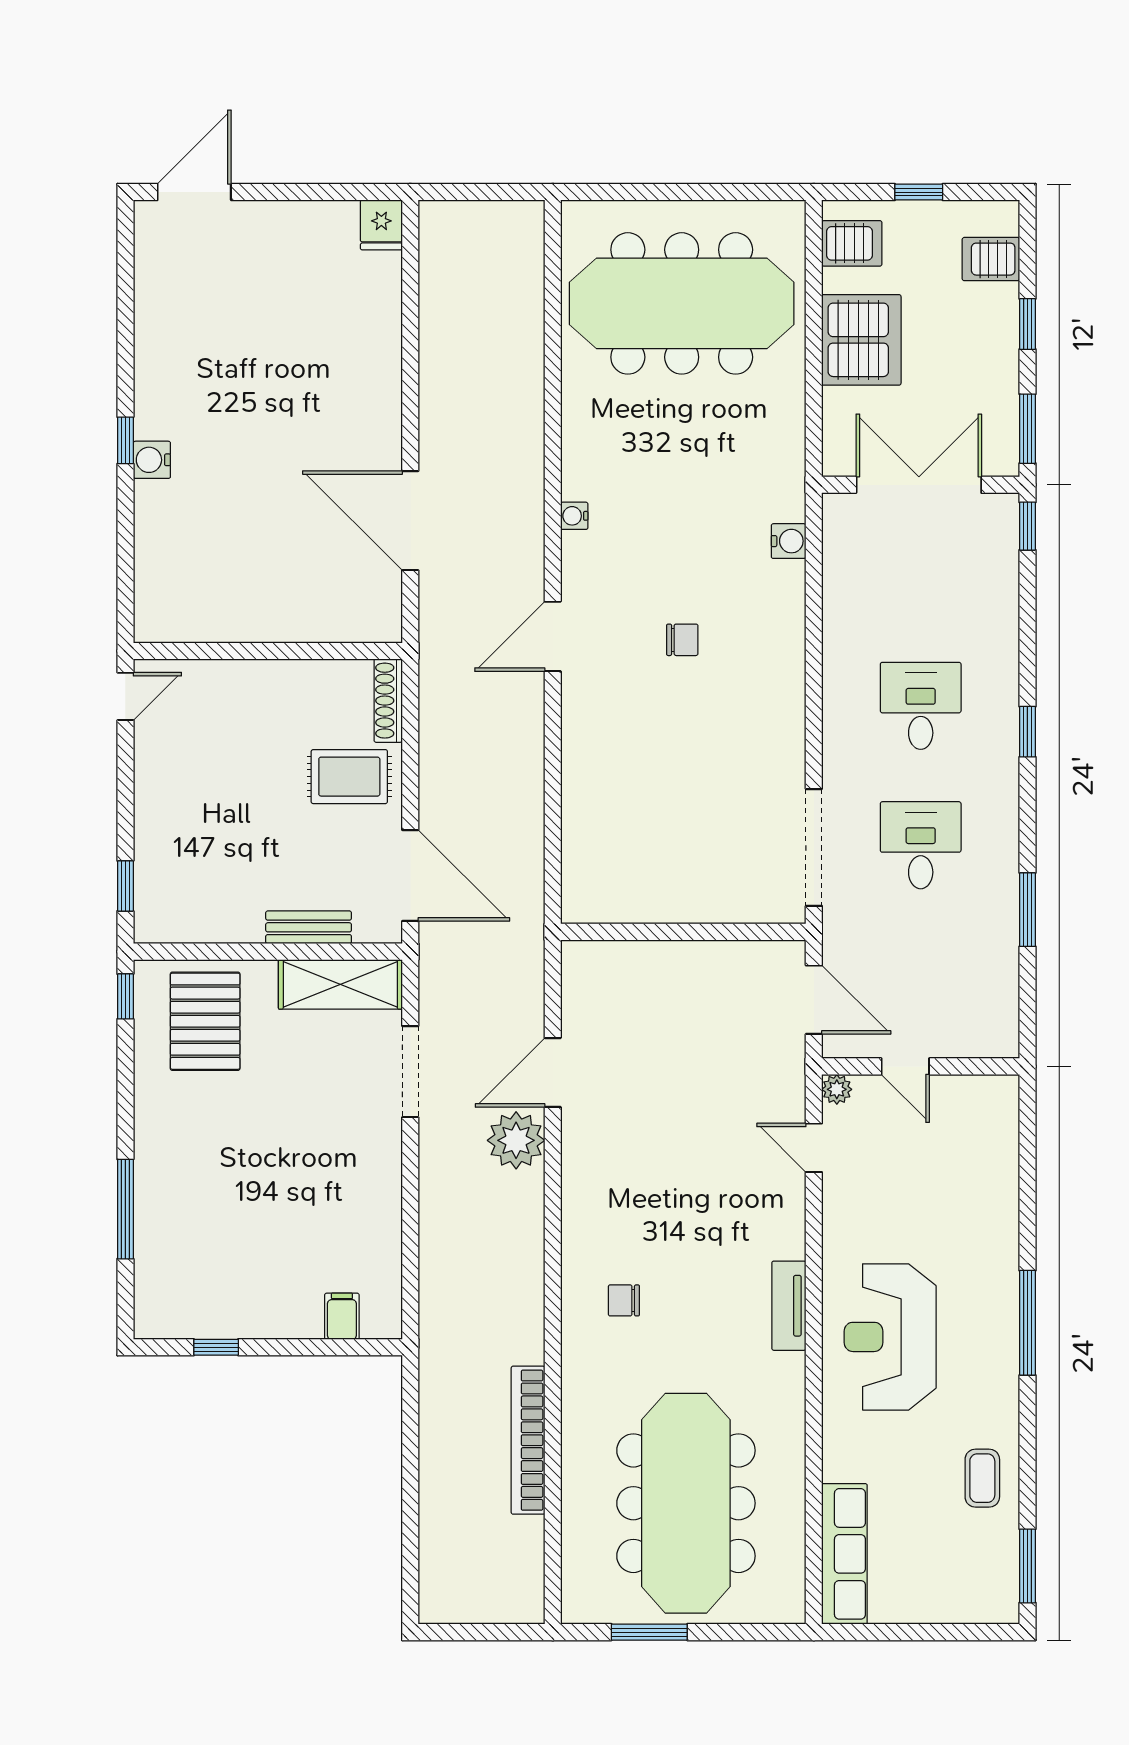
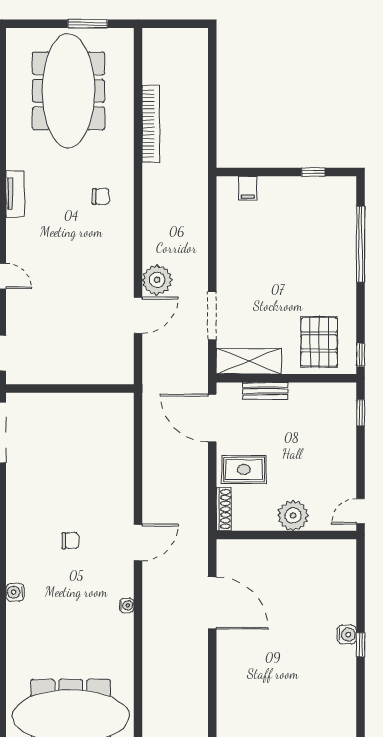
chair: (682, 640) -> (70, 541), turned 180
plant: (255, 688) -> (293, 516), added
window: (125, 1209) -> (361, 244), width x1.46

